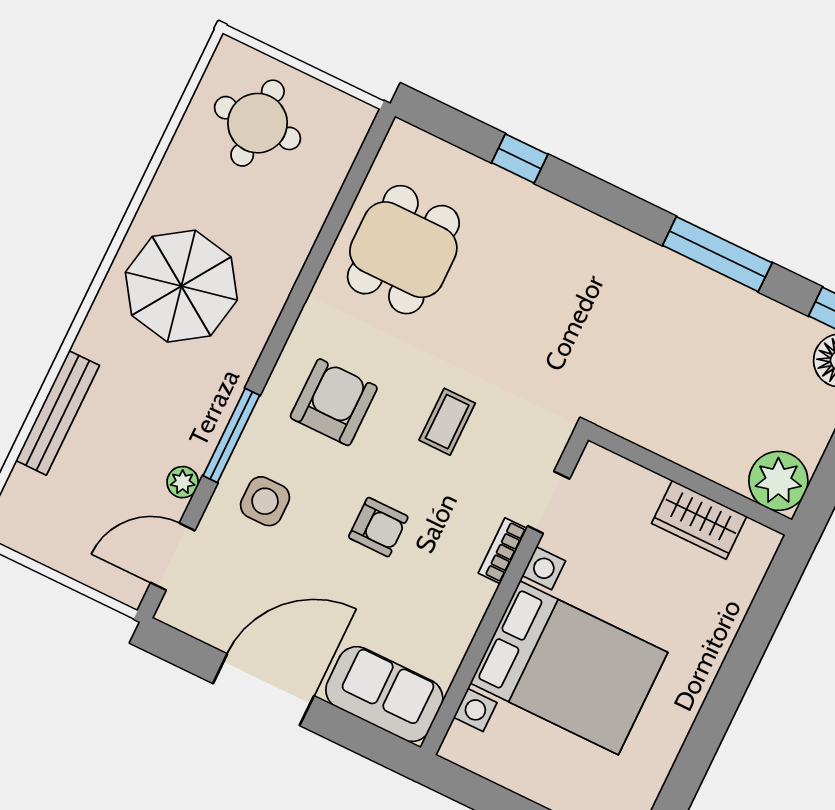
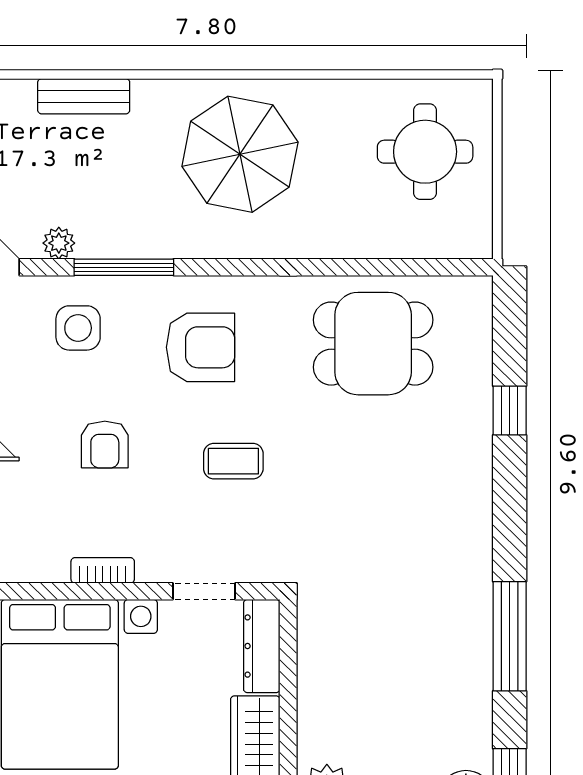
bench: (58, 413) -> (84, 96), width x0.73
dresser: (621, 475) -> (262, 646), added
bookcase: (503, 551) -> (103, 570), moved

